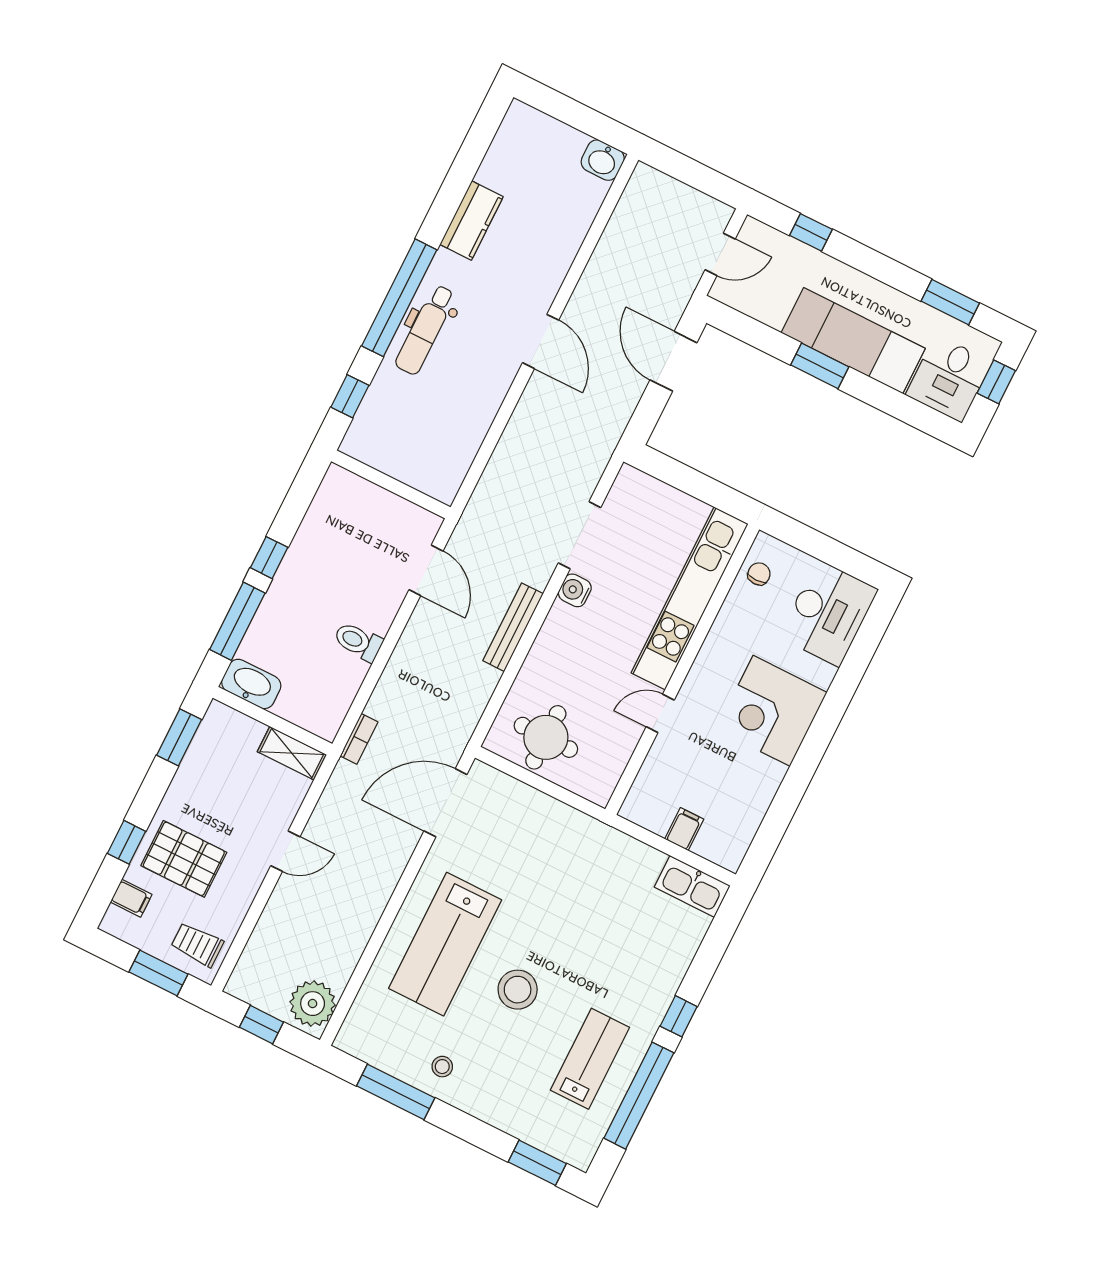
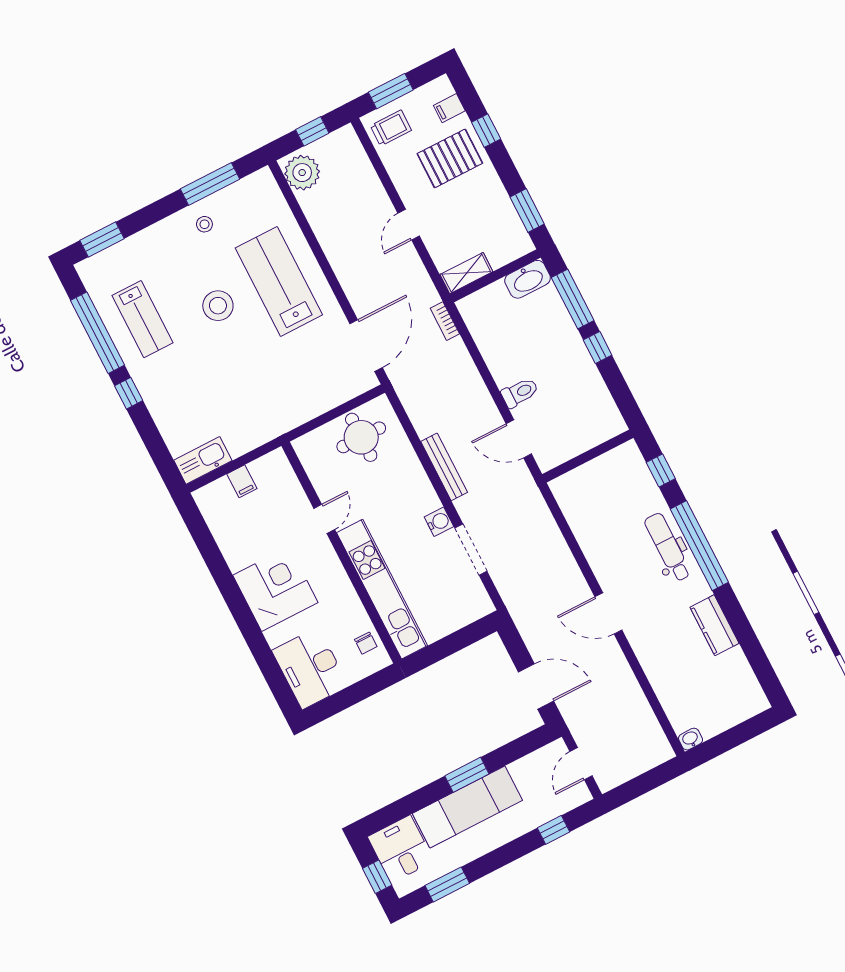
washbasin: (603, 160) -> (691, 739), width x0.72, depth x0.69
toilet: (358, 641) -> (520, 393), moved

